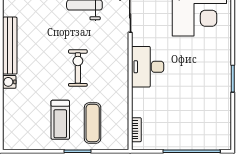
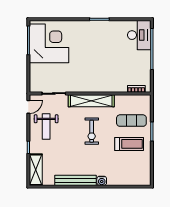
shelving: (120, 67) -> (91, 101), added
desk: (148, 67) -> (139, 35), moved, turned -90
exercise bike: (78, 68) -> (92, 131), turned -90

